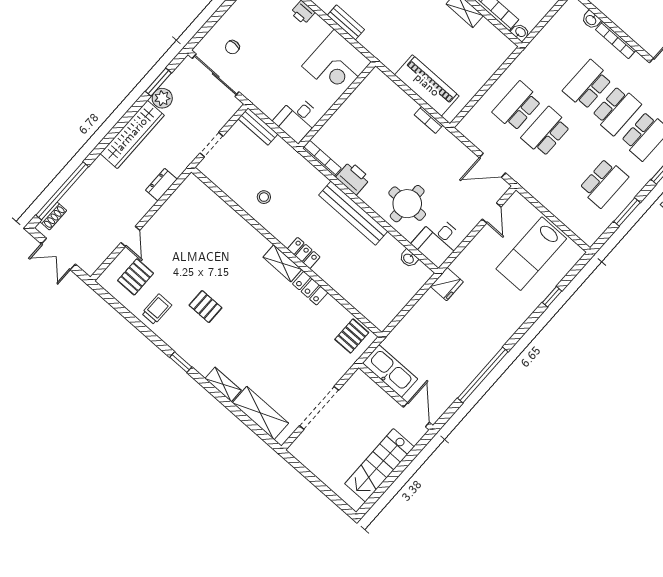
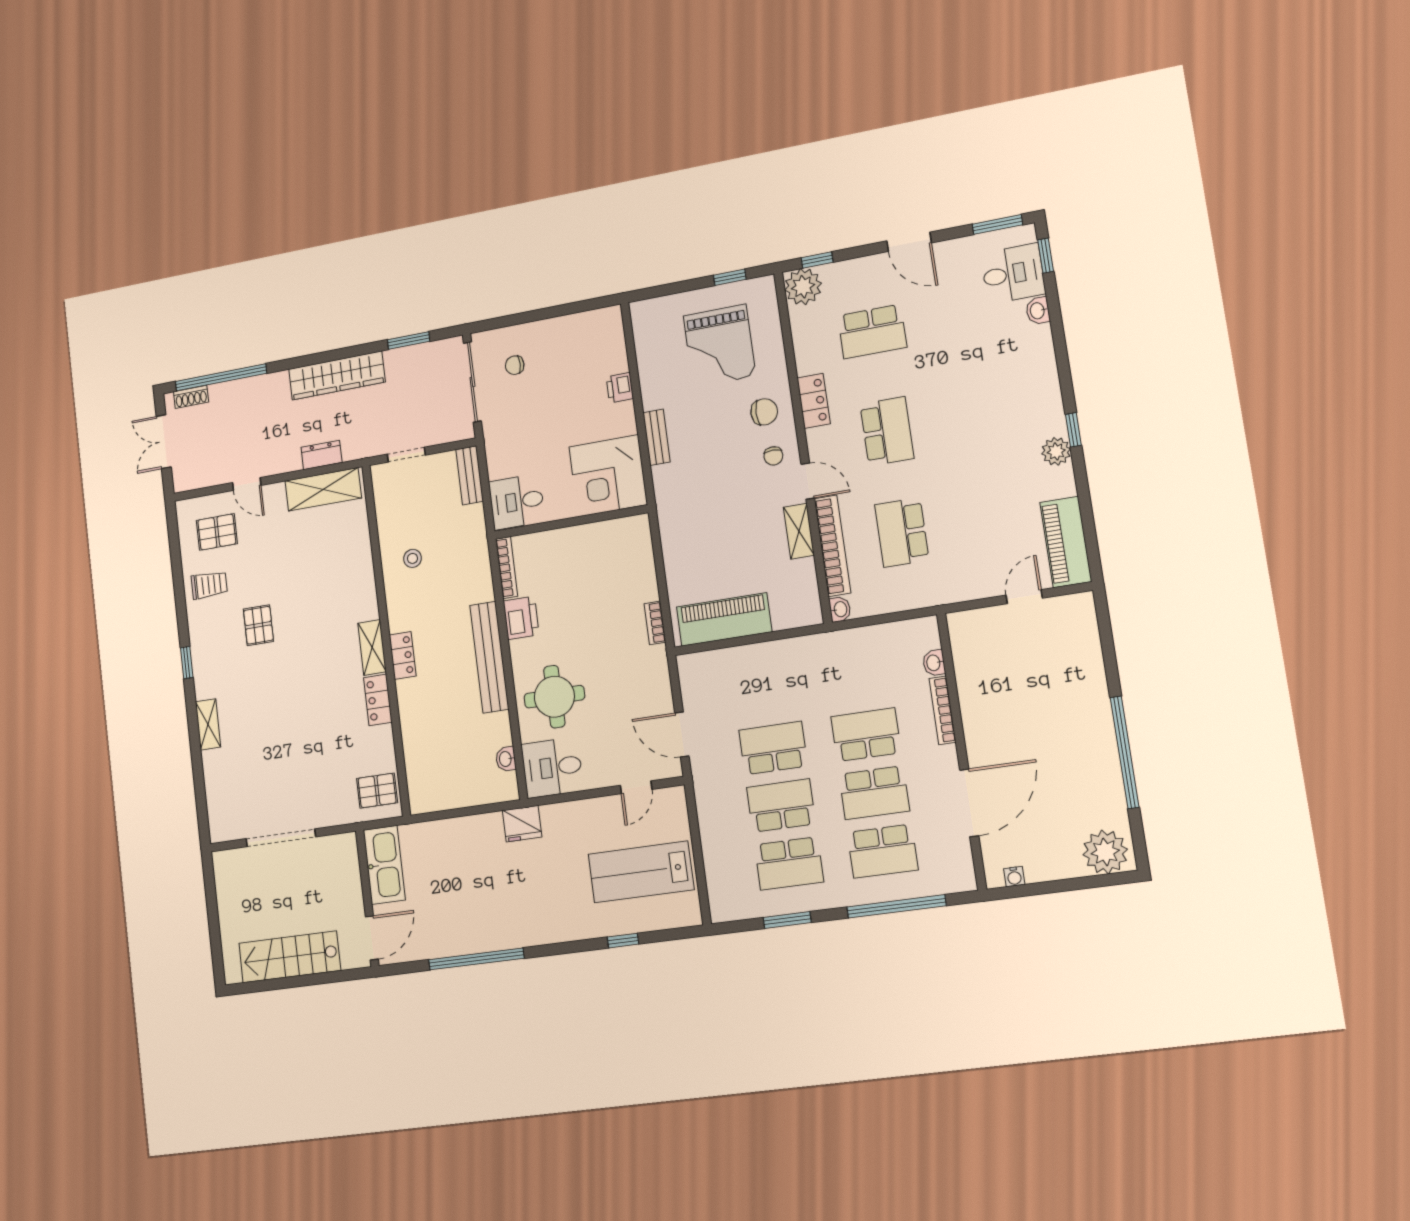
piano: (427, 85) -> (724, 619), moved, turned -90
plant: (162, 98) -> (398, 361), removed
school desk: (517, 106) -> (781, 806), moved
door: (130, 236) -> (247, 484), hinge flipped
shelving: (260, 413) -> (323, 489), moved, turned 90

